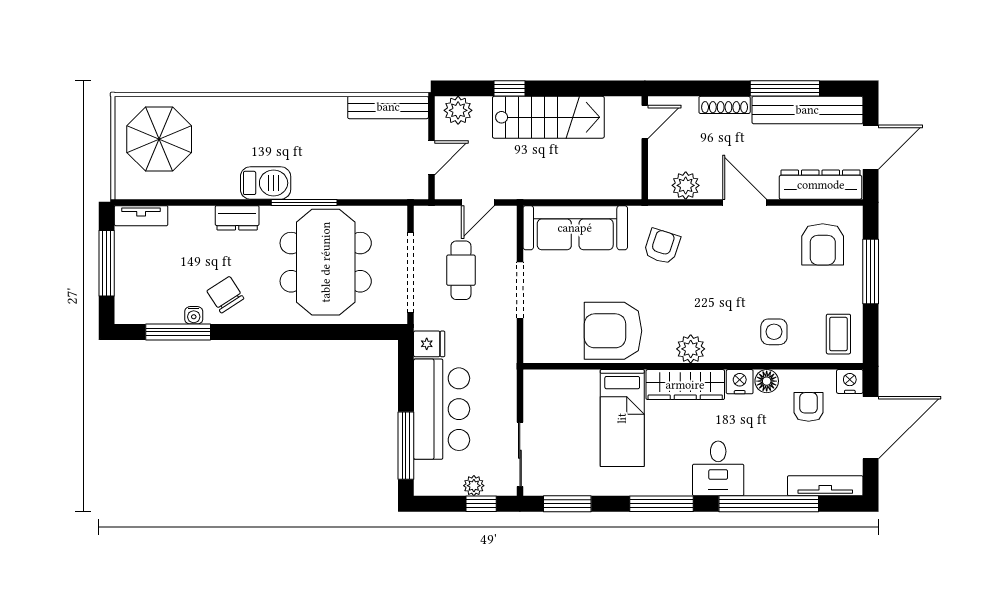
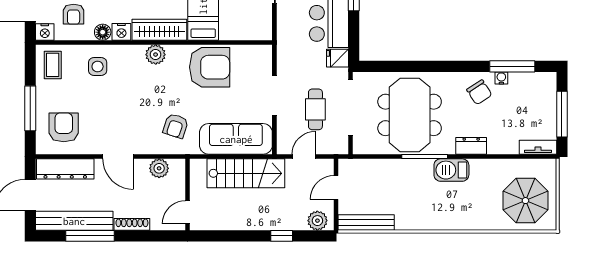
stairs: (548, 117) -> (246, 173), moved, turned 180

